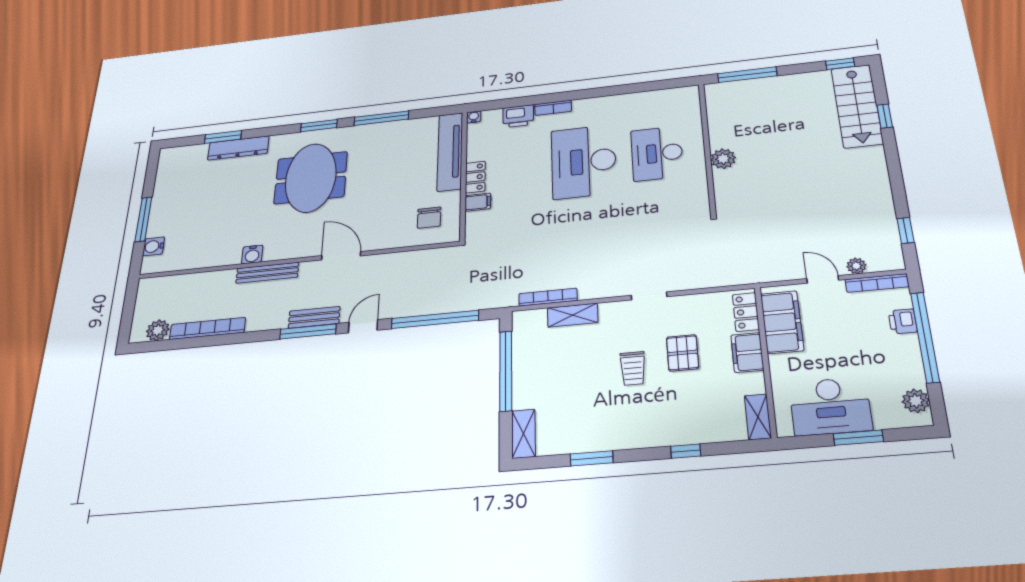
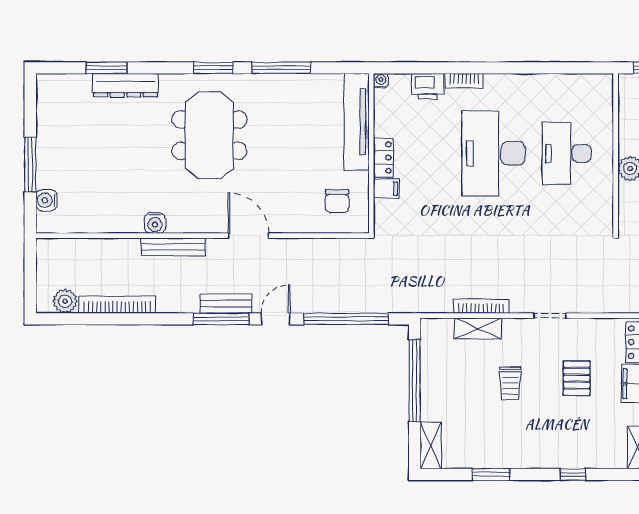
bookcase: (548, 297) -> (481, 306), moved
trolley: (633, 368) -> (510, 383), moved

